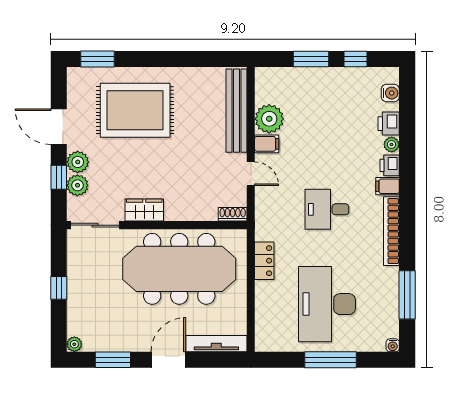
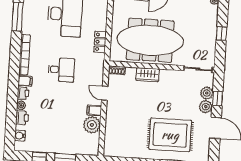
bench: (236, 111) -> (111, 131), removed
wardrobe: (144, 210) -> (148, 75), moved

